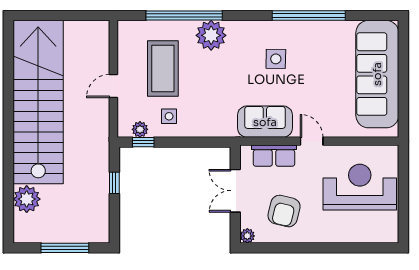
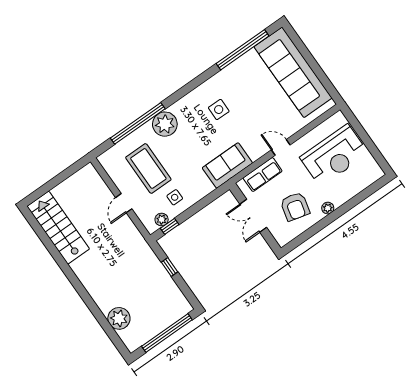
window: (309, 15) -> (243, 50), moved
stairs: (38, 102) -> (58, 228), width x0.54, depth x0.66
sofa: (265, 122) -> (227, 165), moved
reception desk: (360, 187) -> (334, 155), turned 180
plant: (247, 236) -> (328, 208), moved
window: (65, 248) -> (167, 333), width x1.46

